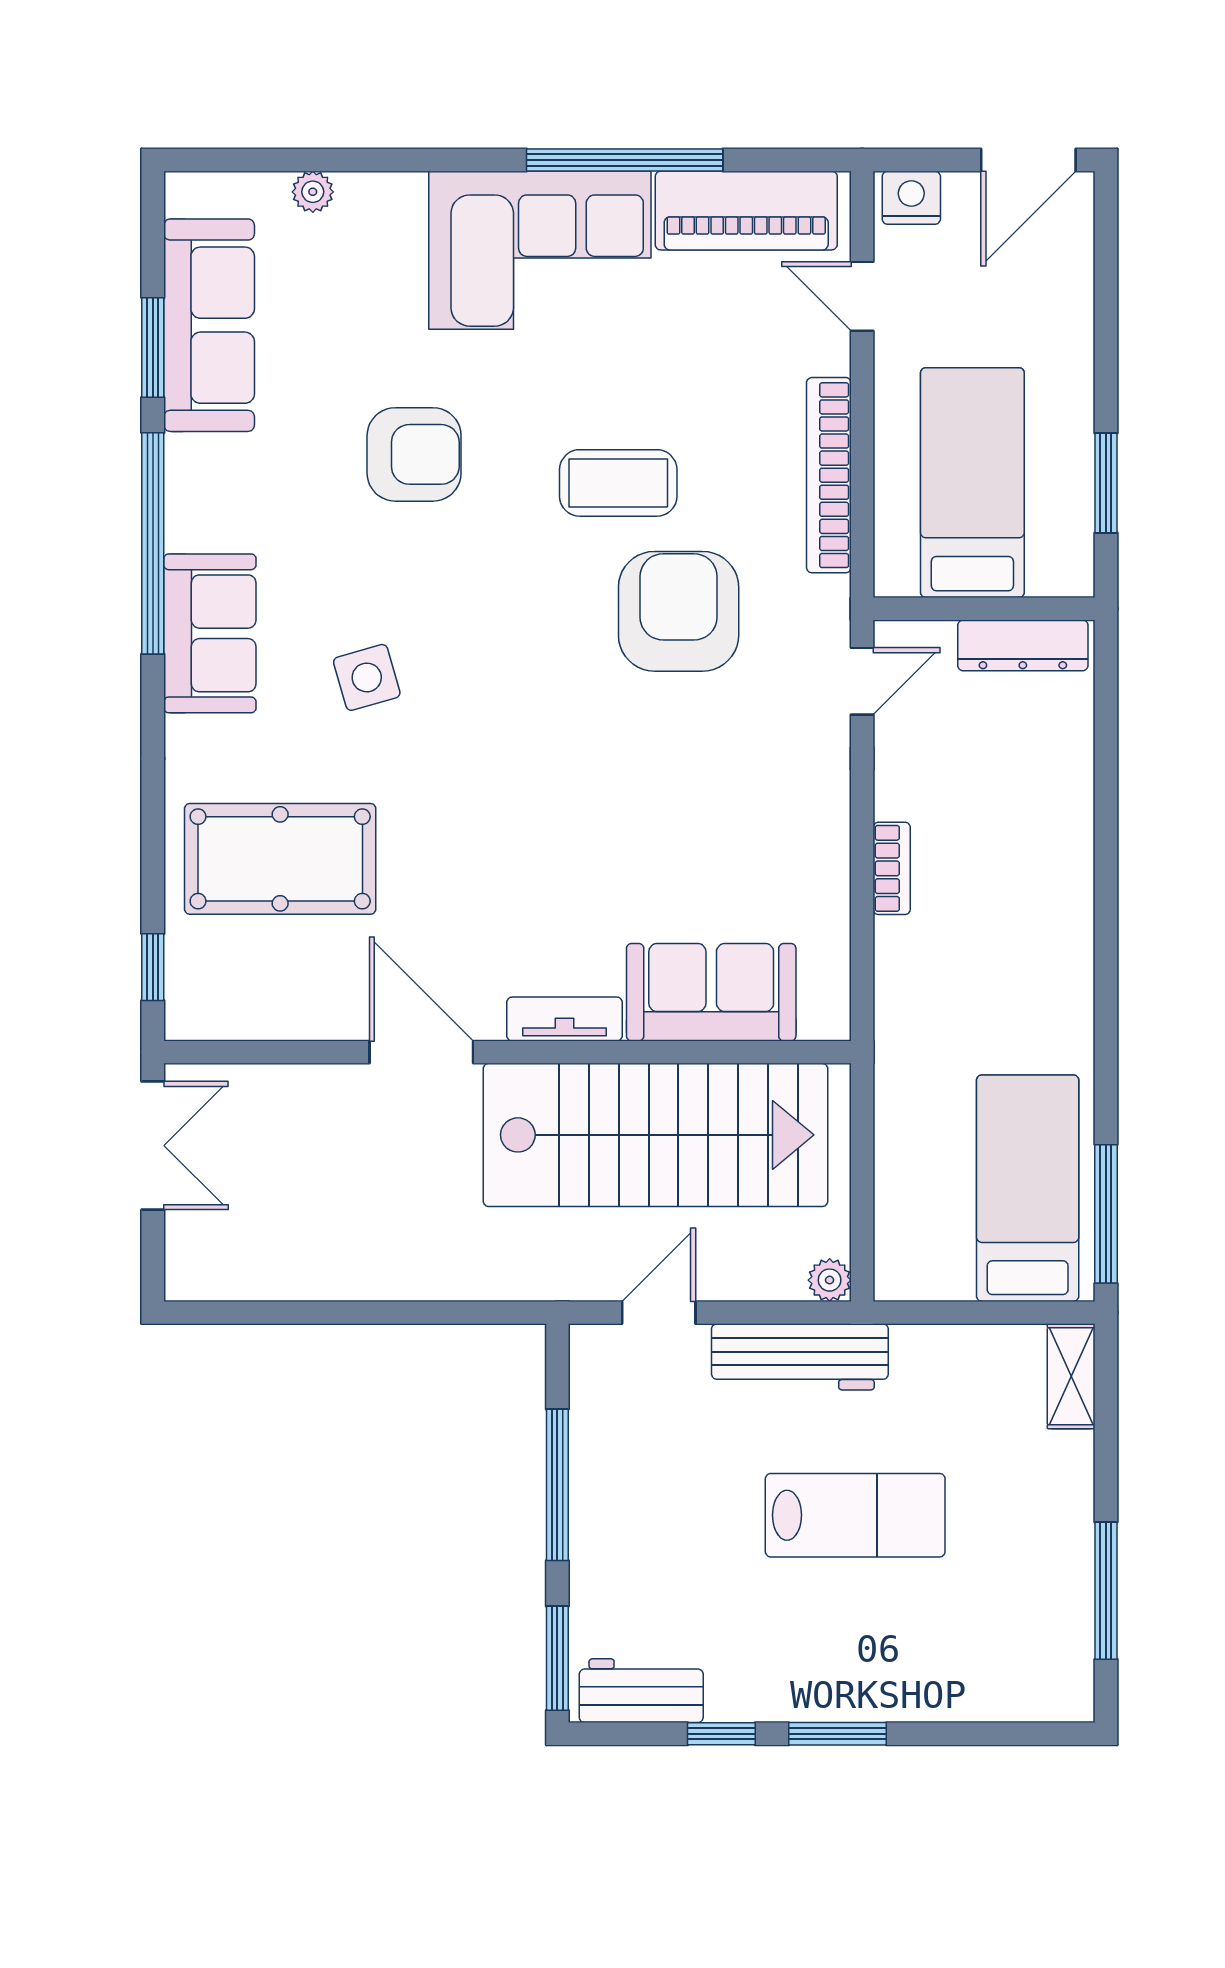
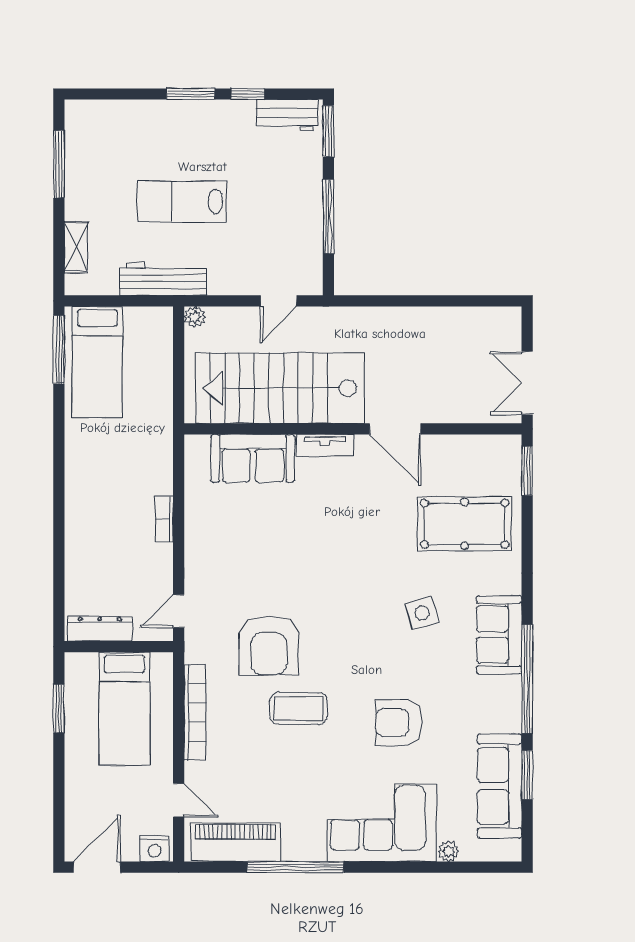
corner sofa: (540, 250) -> (382, 823), moved
window: (153, 967) -> (527, 471), width x1.50
workbench: (800, 1357) -> (163, 279), moved
shelving: (1071, 1376) -> (76, 247), moved

